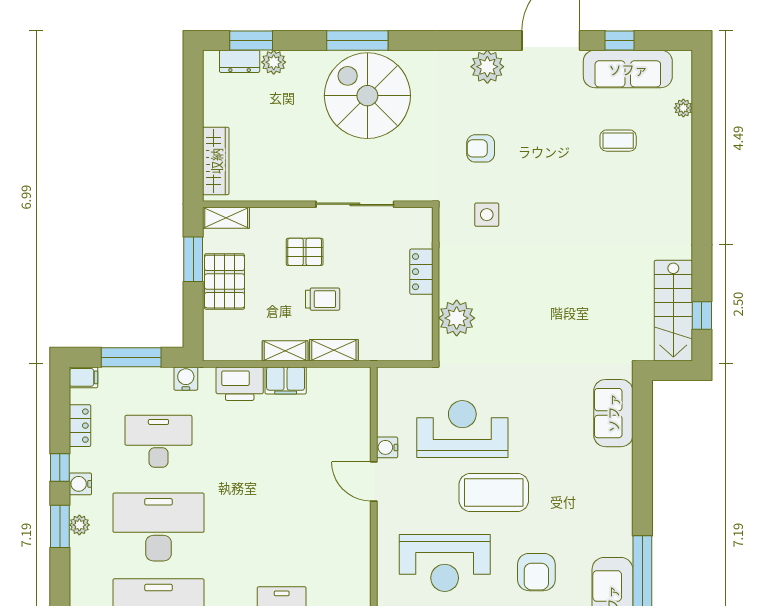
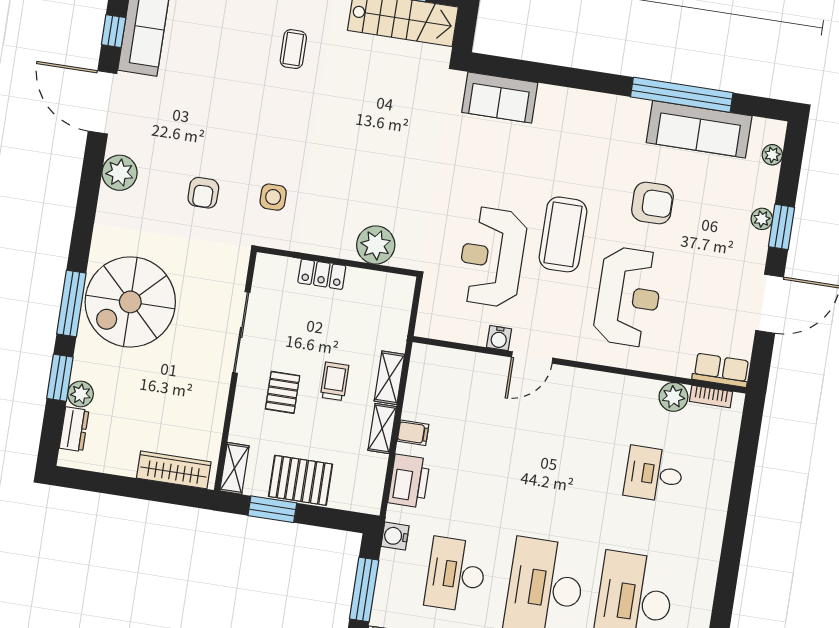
window: (251, 41) -> (60, 378), moved
coffee table: (618, 141) -> (293, 49), moved
filing cabinet: (286, 380) -> (413, 433), width x0.50

